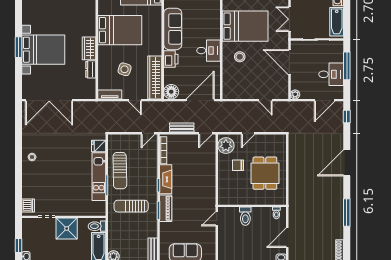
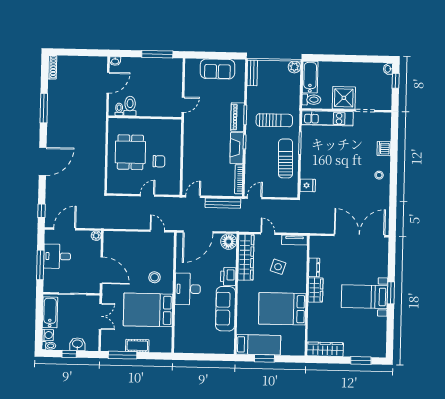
bed with nightstands: (43, 50) -> (364, 297), width x0.73
desk: (208, 51) -> (188, 289), width x1.37
door: (265, 100) -> (157, 231), moved
bench: (182, 127) -> (223, 203), width x1.36
plant: (226, 146) -> (171, 183), removed
kitchen unit: (99, 177) -> (327, 118), moved, turned 90
dishwasher: (28, 205) -> (384, 149), moved
toilet: (245, 216) -> (130, 106), moved

